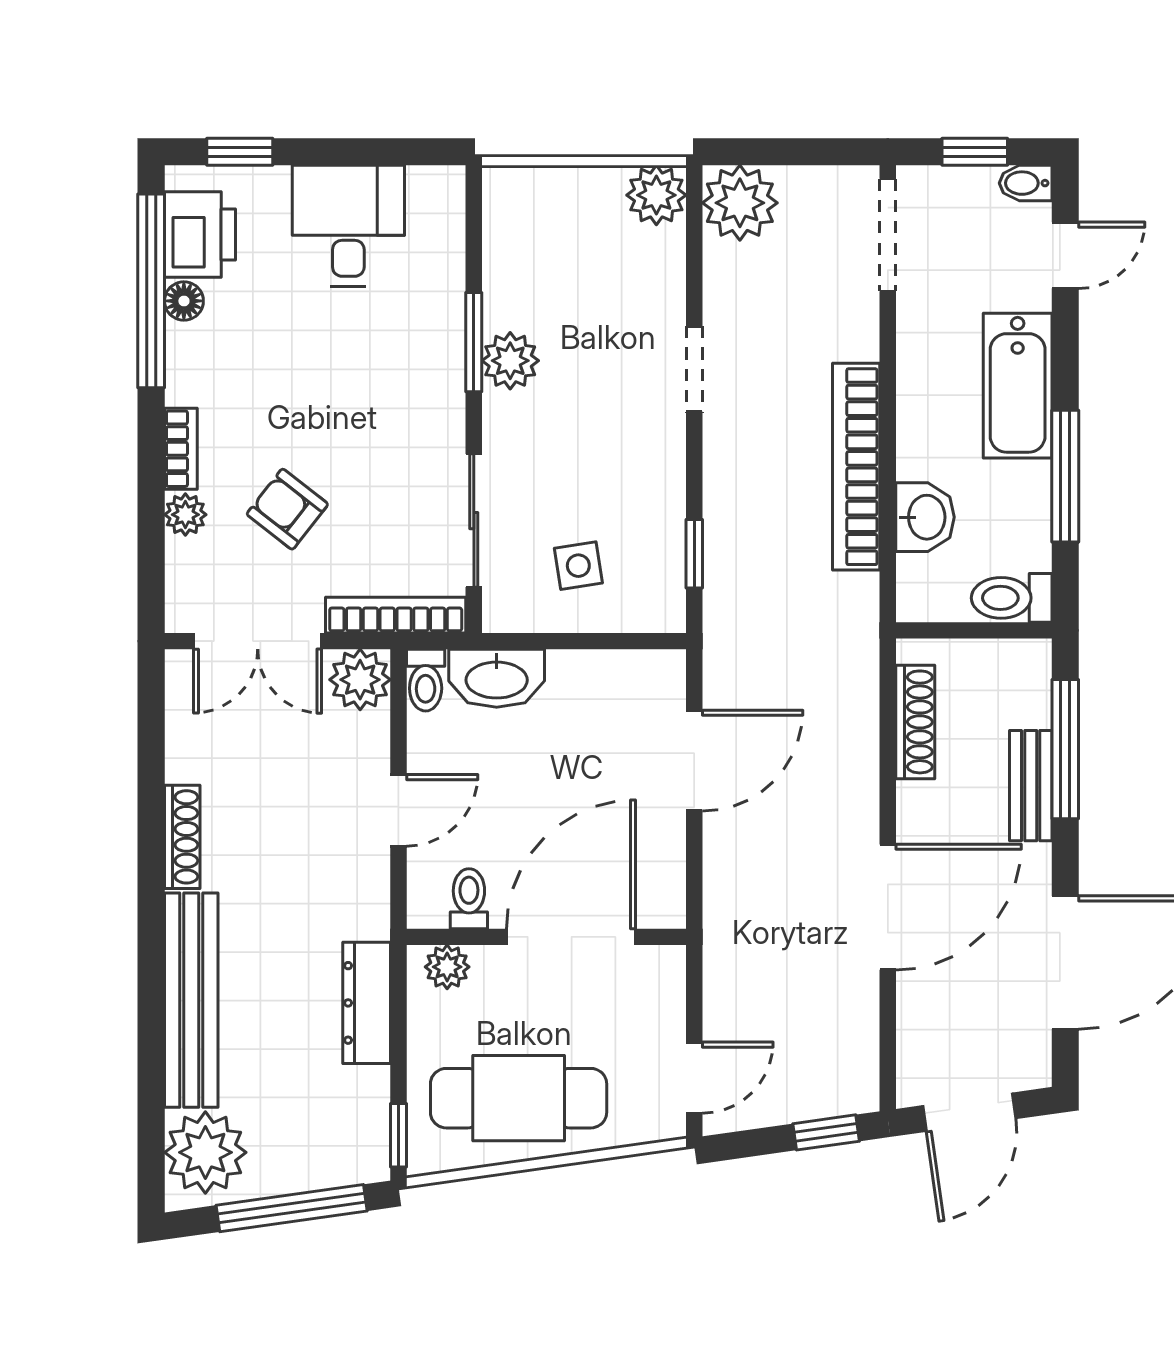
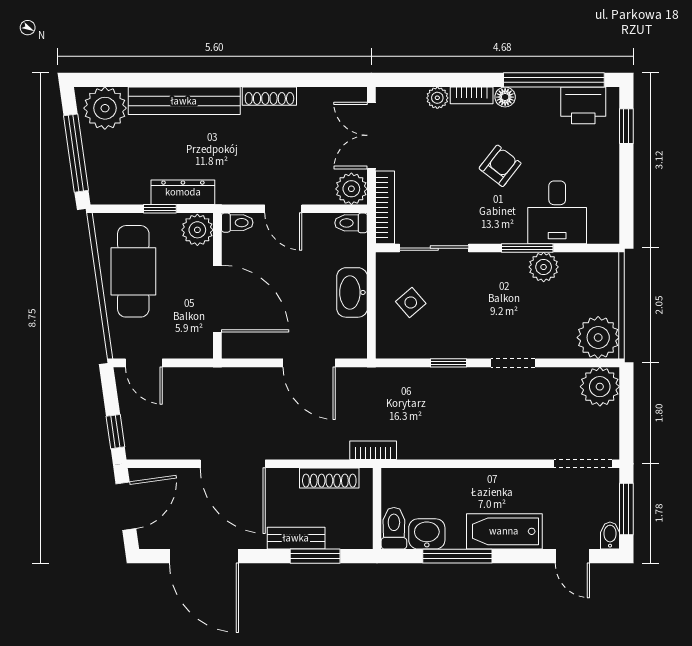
window: (975, 152) -> (626, 509), width x1.50
plant: (656, 195) -> (598, 338), width x1.36, depth x1.36
desk: (348, 226) -> (557, 212), moved, turned 90
floor lamp: (184, 301) -> (505, 97), moved
plant: (510, 361) -> (544, 267), moved
bookcase: (856, 467) -> (373, 450), moved, width x0.43, depth x0.76
armchair: (287, 509) -> (500, 166), moved
washbasin: (925, 517) -> (427, 534), moved, turned 180
window: (694, 554) -> (449, 363), moved
side table: (578, 566) -> (411, 302), turned -32
washbasin: (497, 678) -> (352, 292), moved
window: (1065, 749) -> (315, 556), width x0.69
toilet: (469, 899) -> (237, 223), moved
plant: (447, 967) -> (197, 230), width x1.38, depth x1.38
door: (969, 1112) -> (126, 506), swing flipped
window: (398, 1135) -> (160, 209), moved

